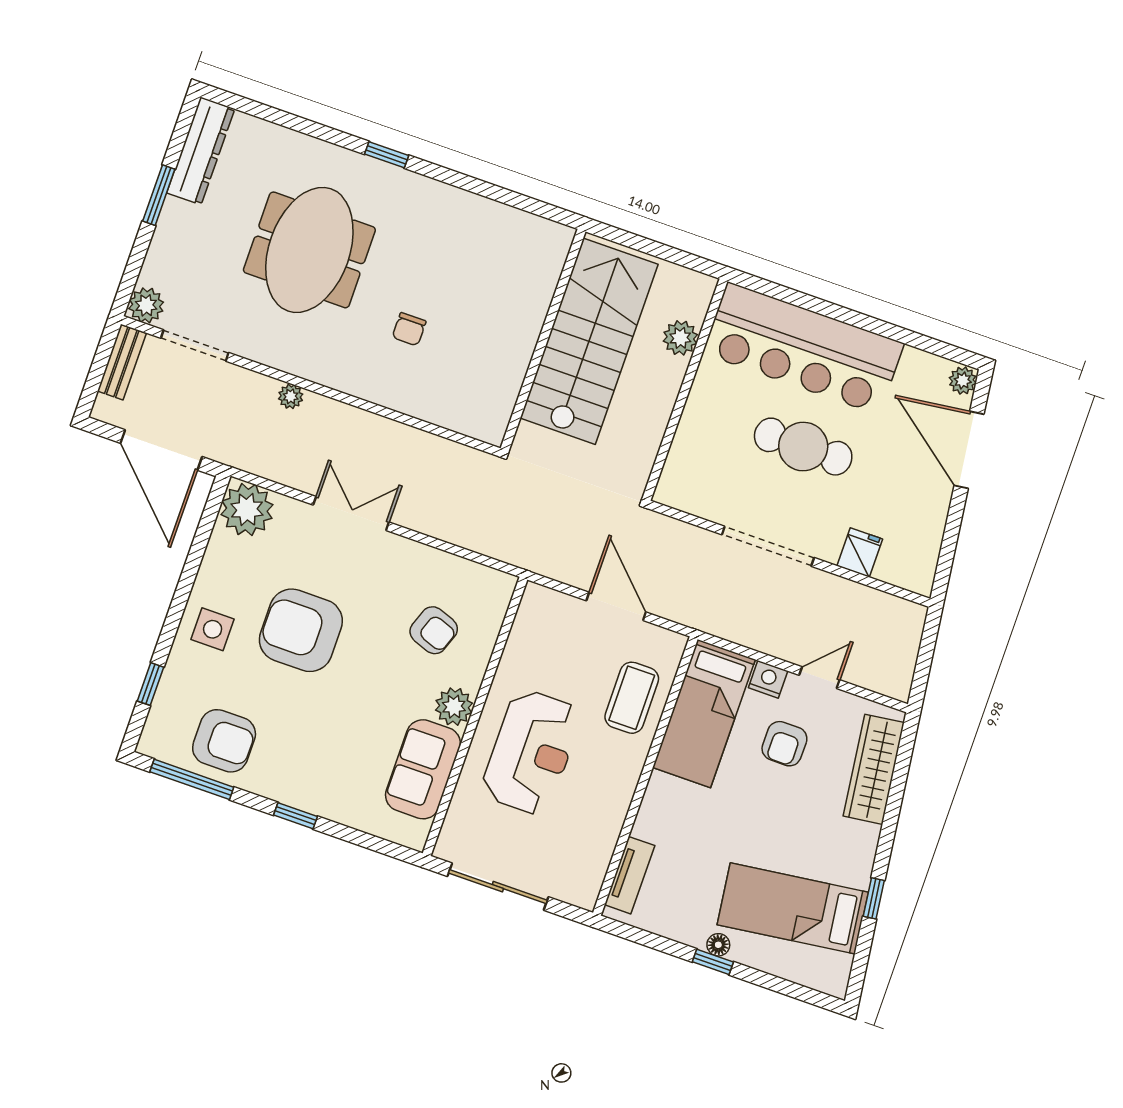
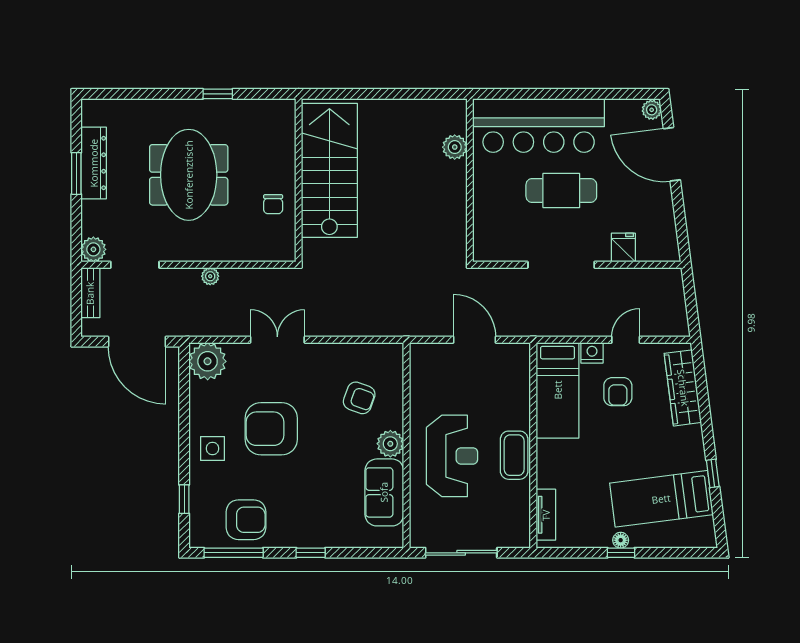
dresser: (201, 151) -> (94, 163), moved
wall: (543, 340) -> (299, 180), moved
stairs: (589, 341) -> (329, 170), moved
coffee table: (632, 698) -> (514, 455), moved

